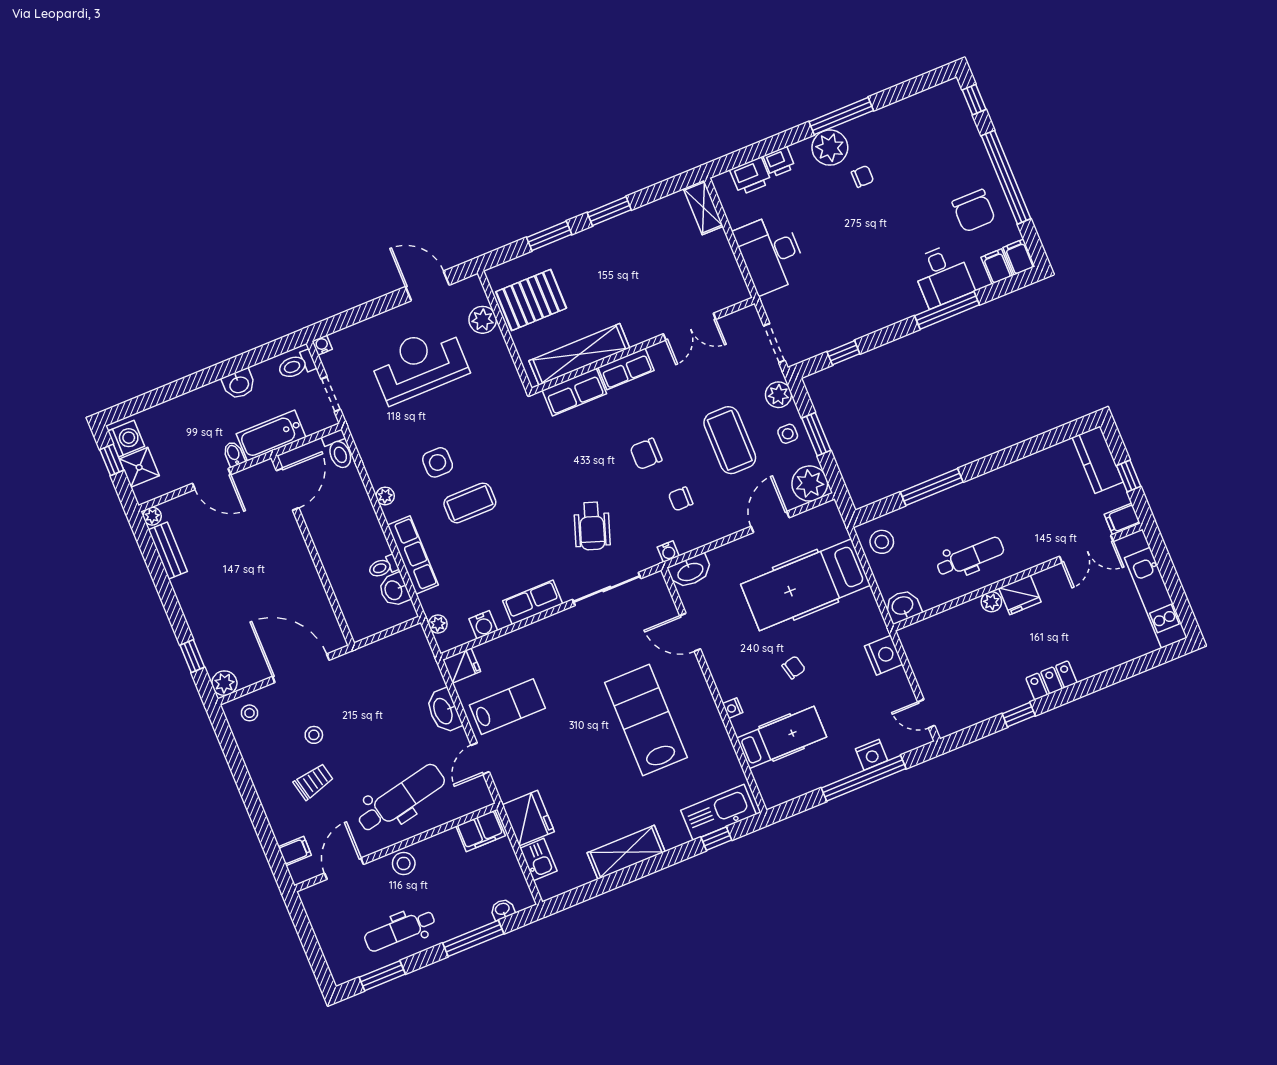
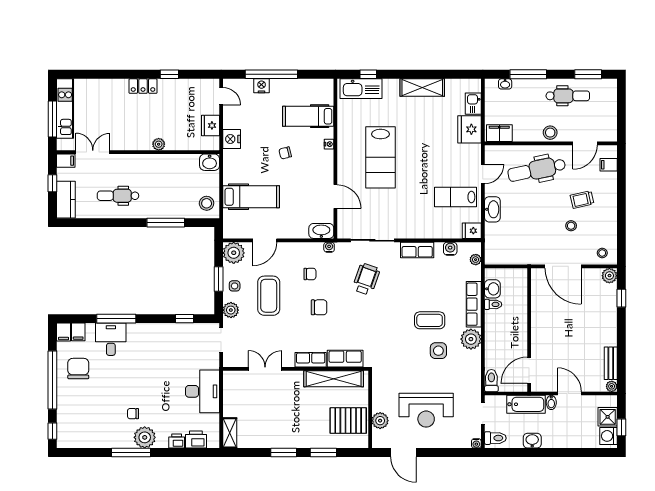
plant: (385, 496) -> (471, 339), width x1.88, depth x1.88
dental chair: (970, 557) -> (118, 196), moved
window: (1169, 574) -> (52, 119), added
hospital bed: (806, 585) -> (251, 197), width x0.73, depth x0.78
fridge: (1020, 595) -> (211, 125), moved, turned -90

